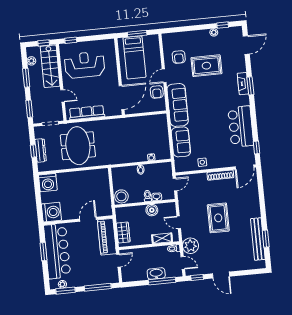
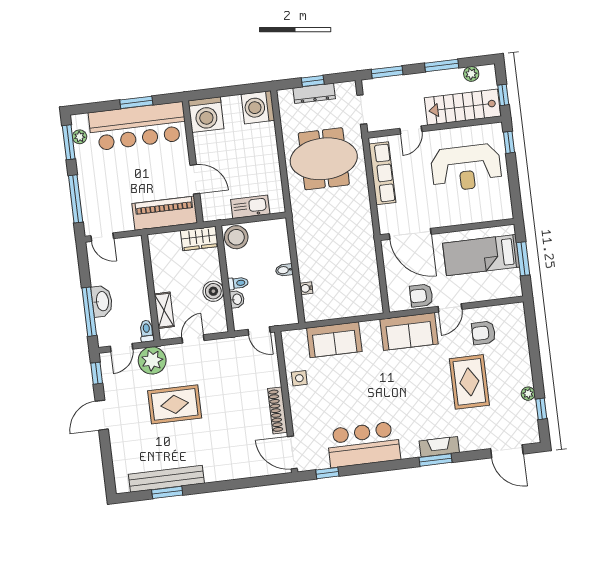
reception desk: (85, 65) -> (466, 168), turned 90
door: (164, 76) -> (450, 308), swing flipped
sofa: (178, 105) -> (409, 332), width x0.73
kitchen sink: (104, 188) -> (250, 207), added
rug: (218, 218) -> (175, 404), moved
wardrobe: (123, 233) -> (199, 238), moved
door: (119, 261) -> (102, 237), moved

